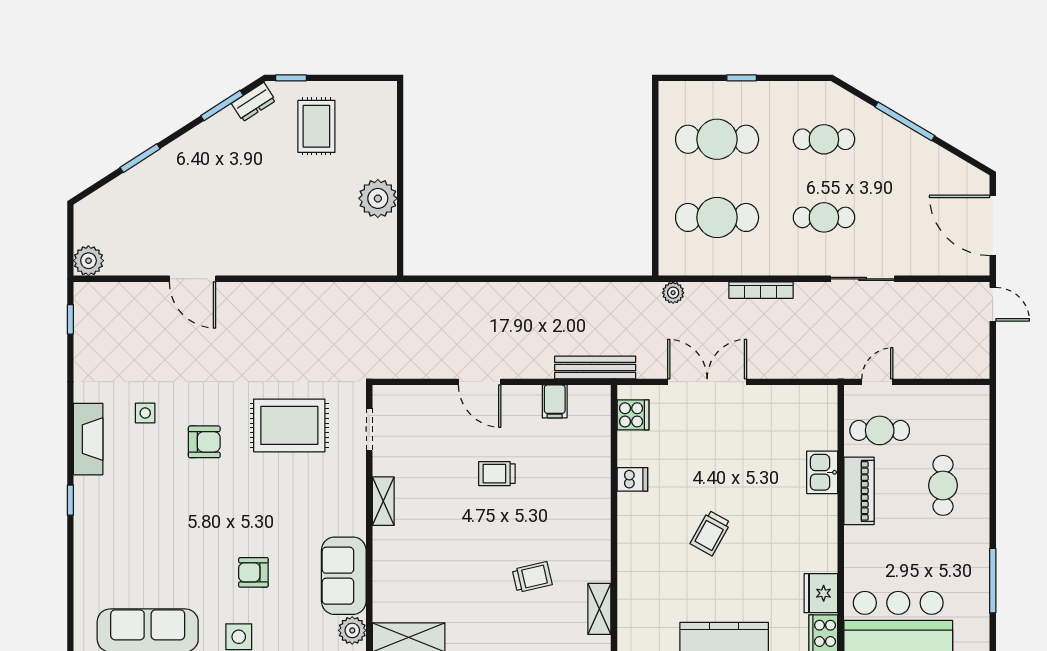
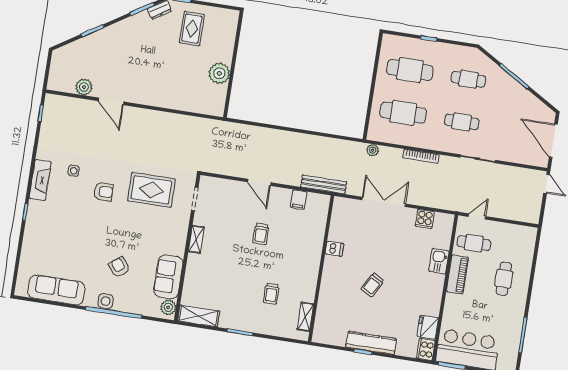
plant: (88, 261) -> (84, 87), moved
cooker: (633, 415) -> (425, 219), moved, turned 90
trolley: (497, 474) -> (261, 234), turned -90
armchair: (253, 572) -> (119, 267), turned 51
trolley: (532, 577) -> (271, 294), turned 103

